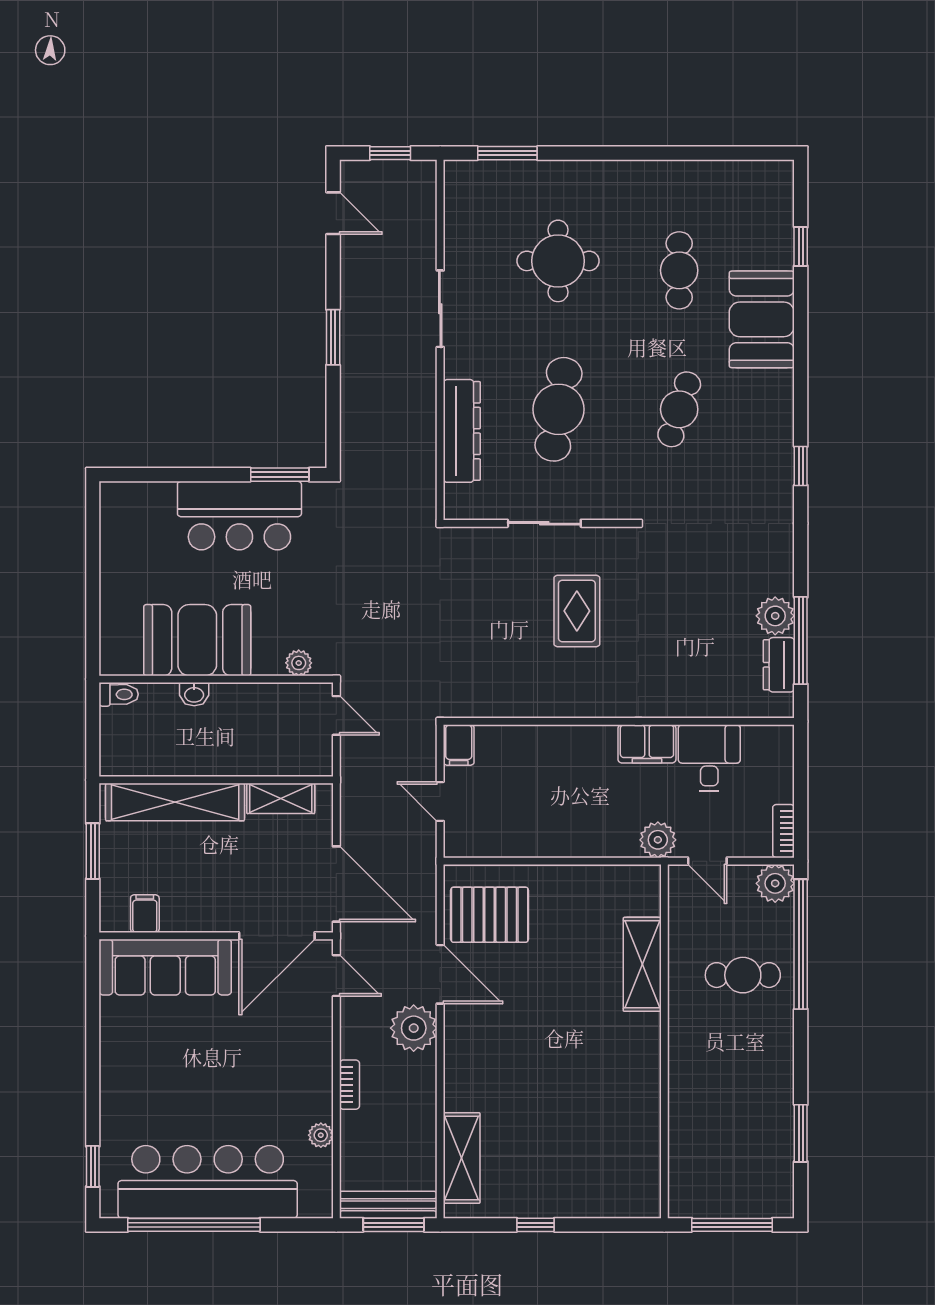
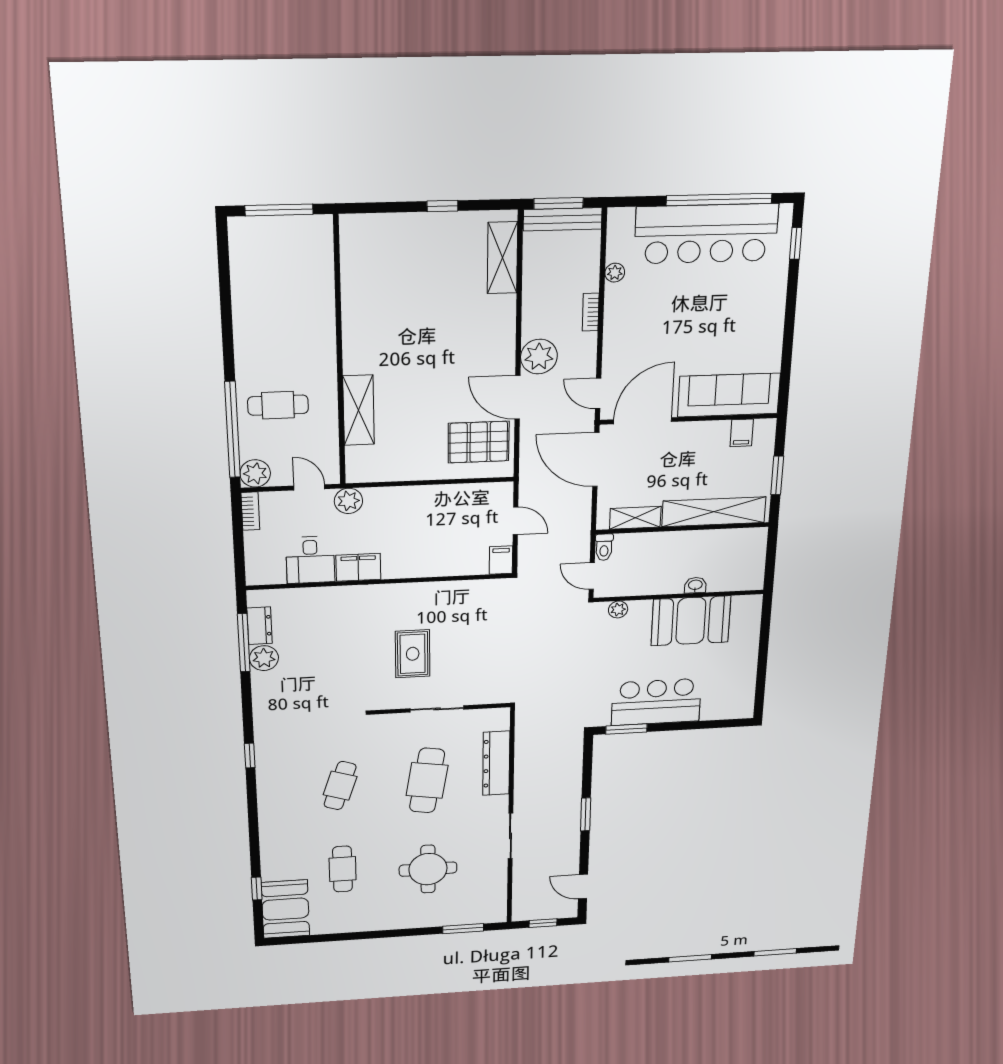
booth: (762, 319) -> (285, 909), moved
toilet: (119, 694) -> (604, 547), moved, turned -90
window: (801, 1133) -> (225, 285), removed

